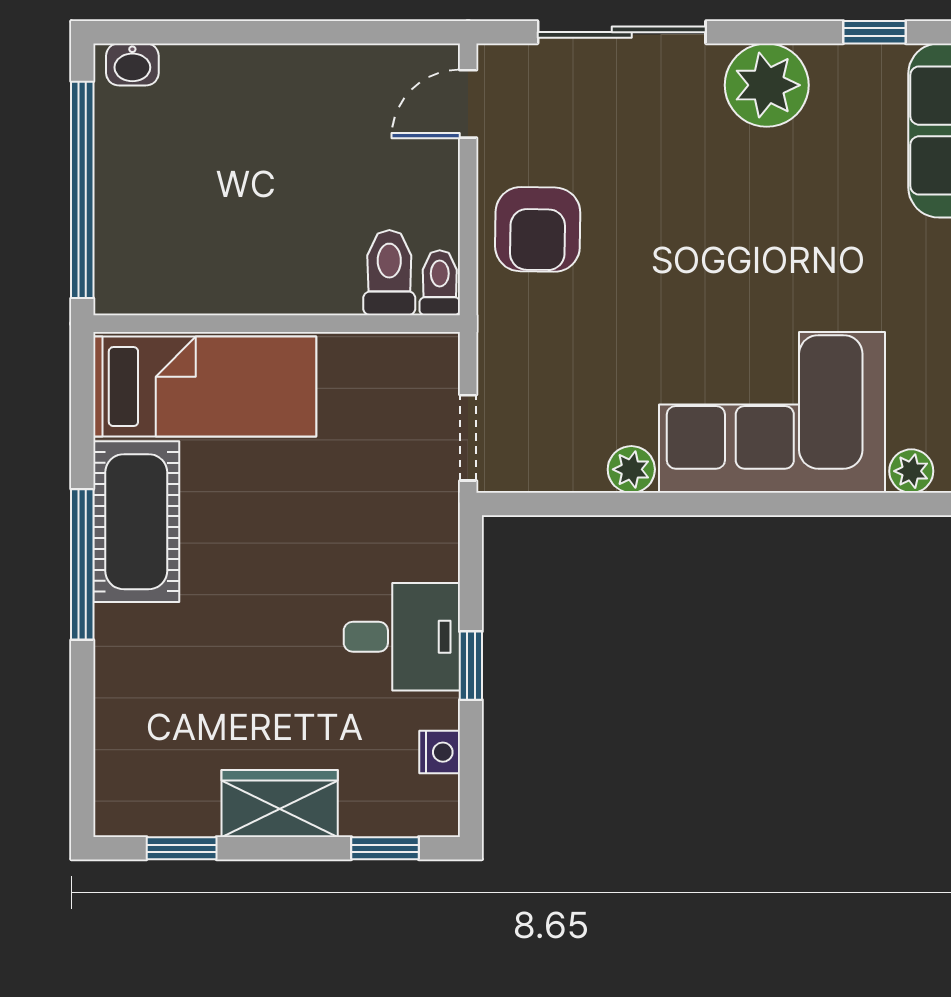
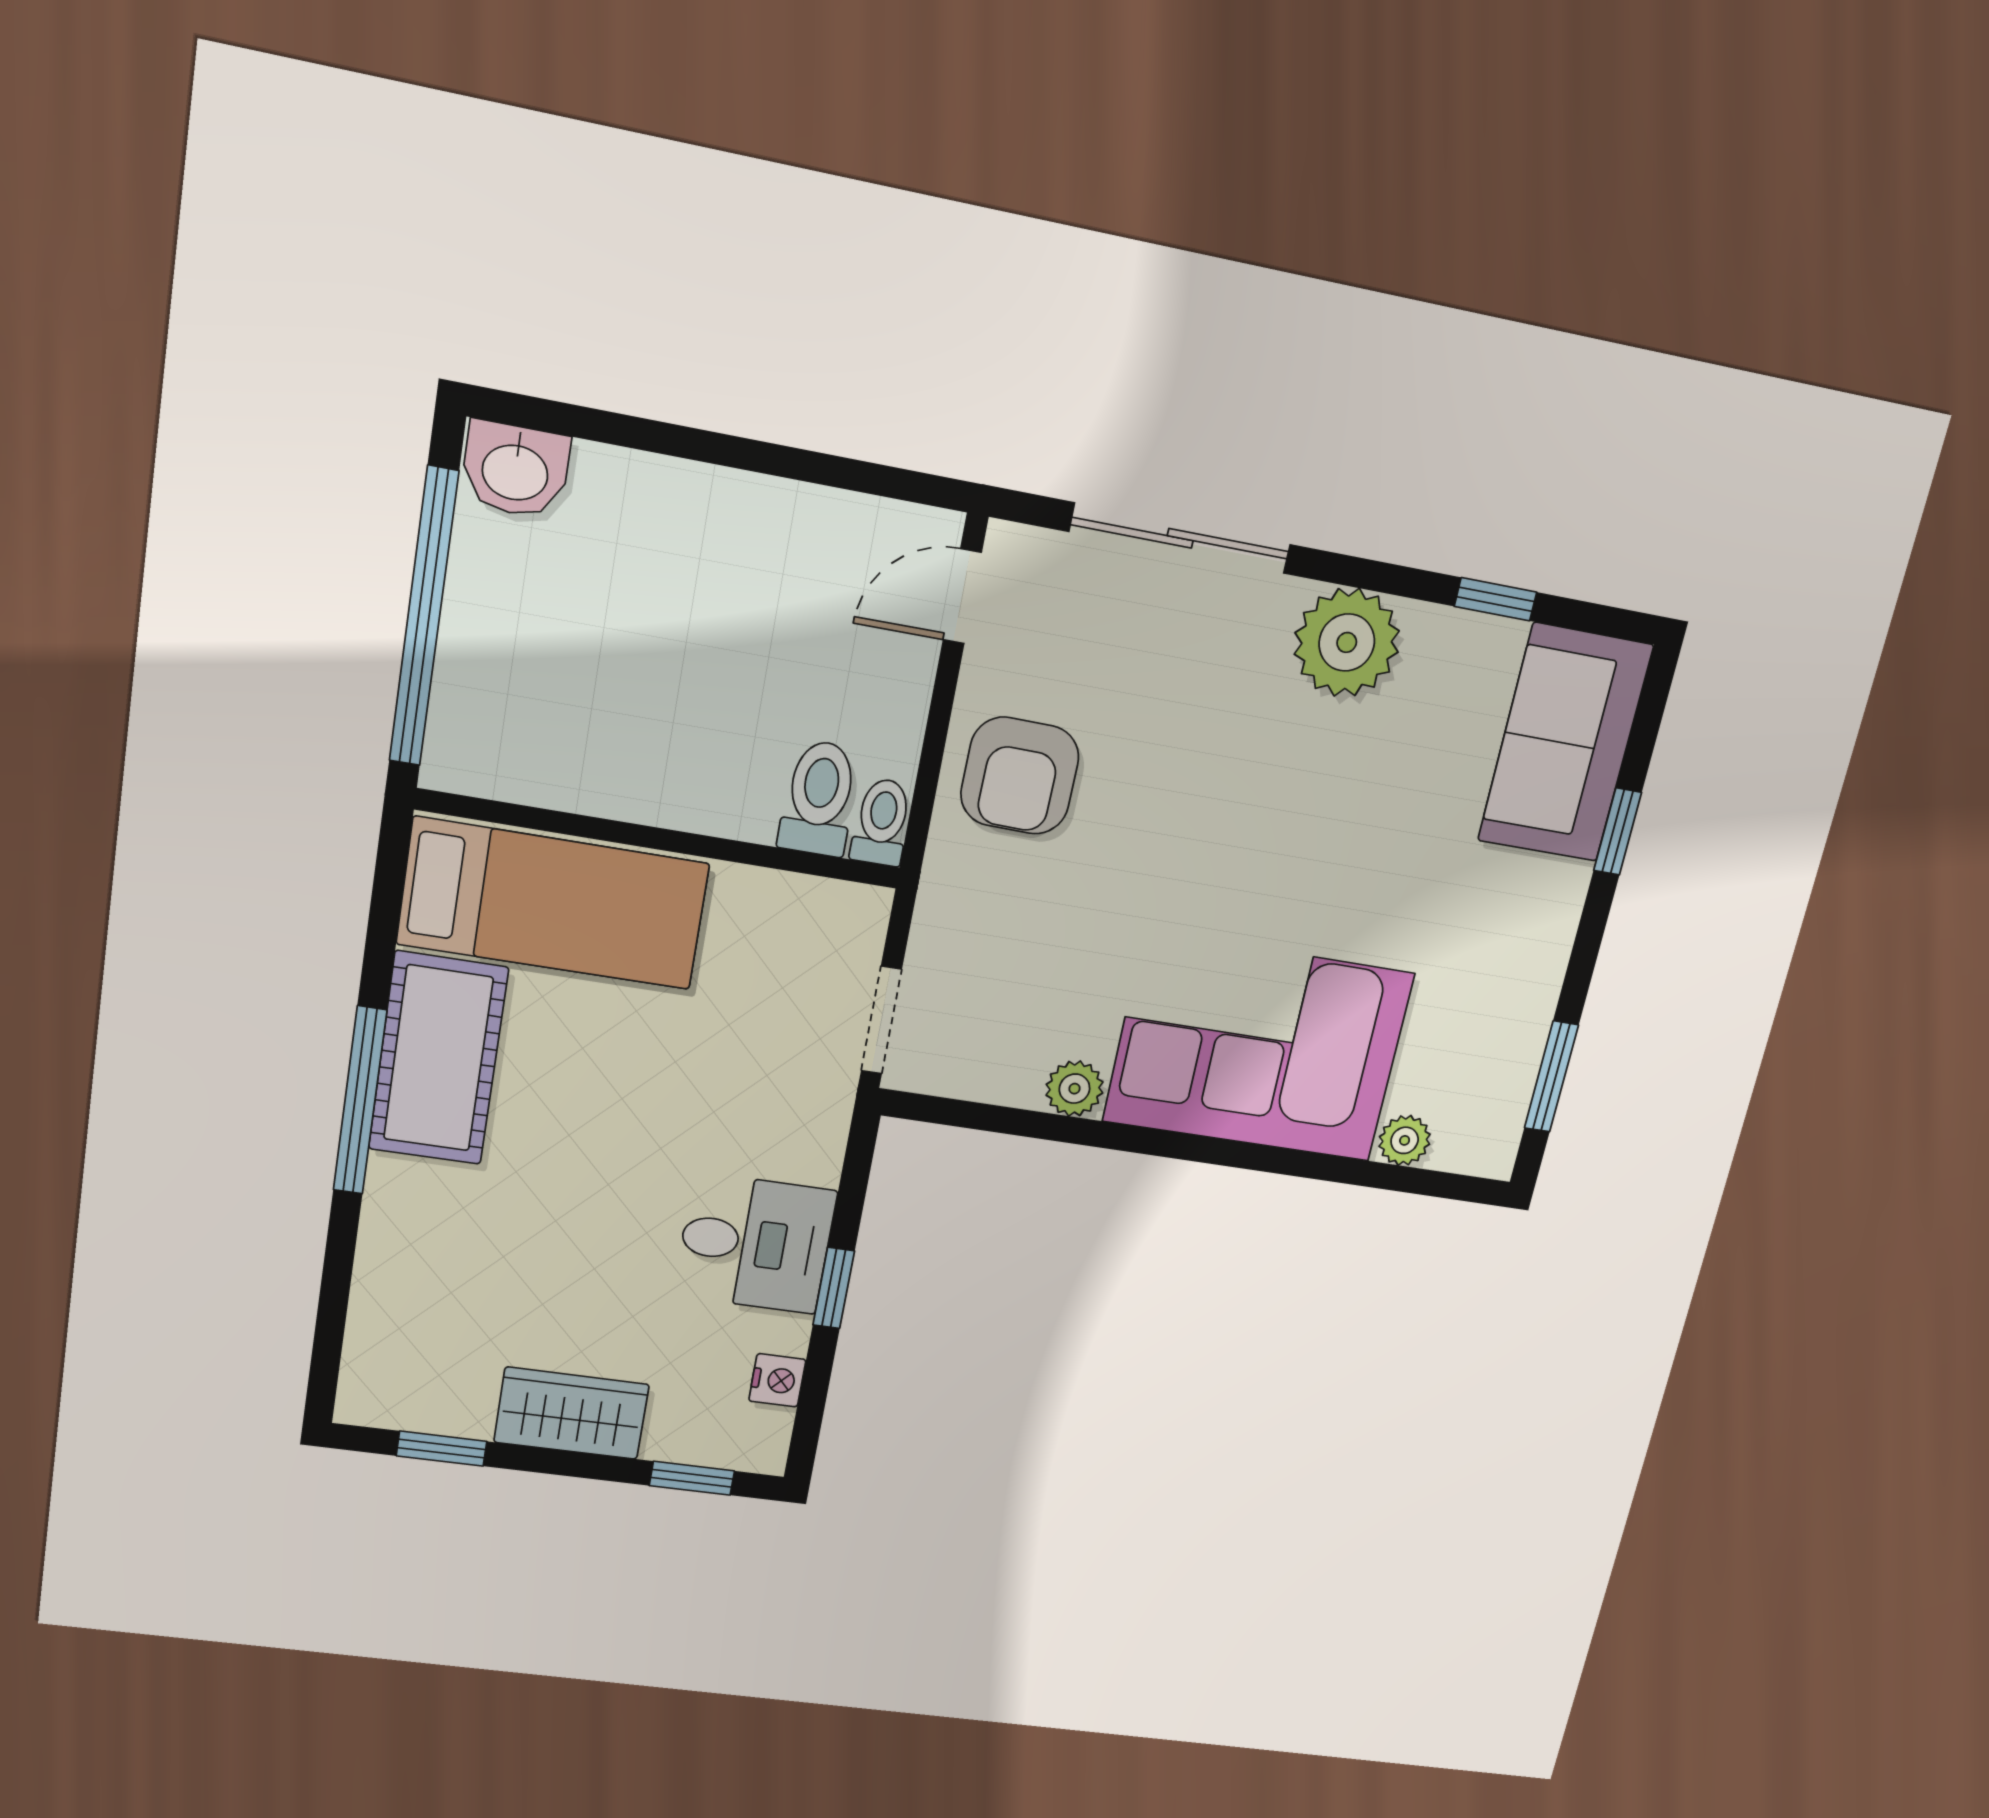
washbasin: (132, 64) -> (515, 470), width x1.38, depth x1.45

